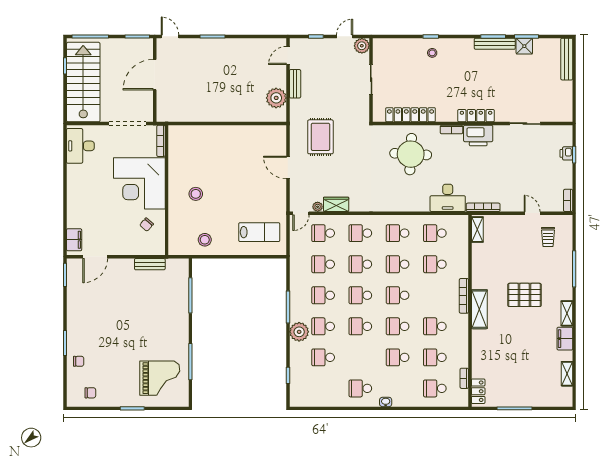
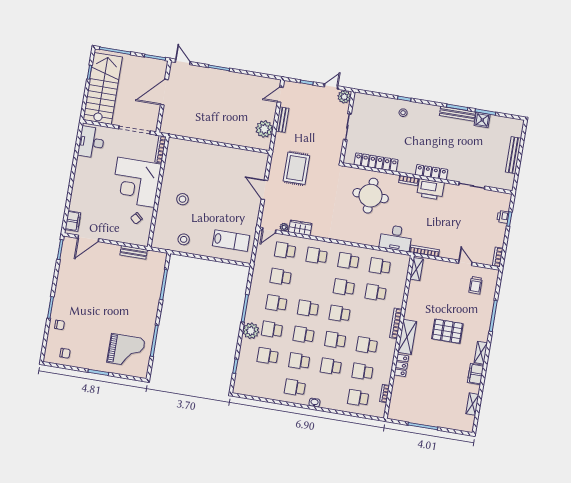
bench: (567, 59) -> (513, 155), moved
school desk: (360, 264) -> (299, 361), moved
locker: (478, 391) -> (401, 365), moved

